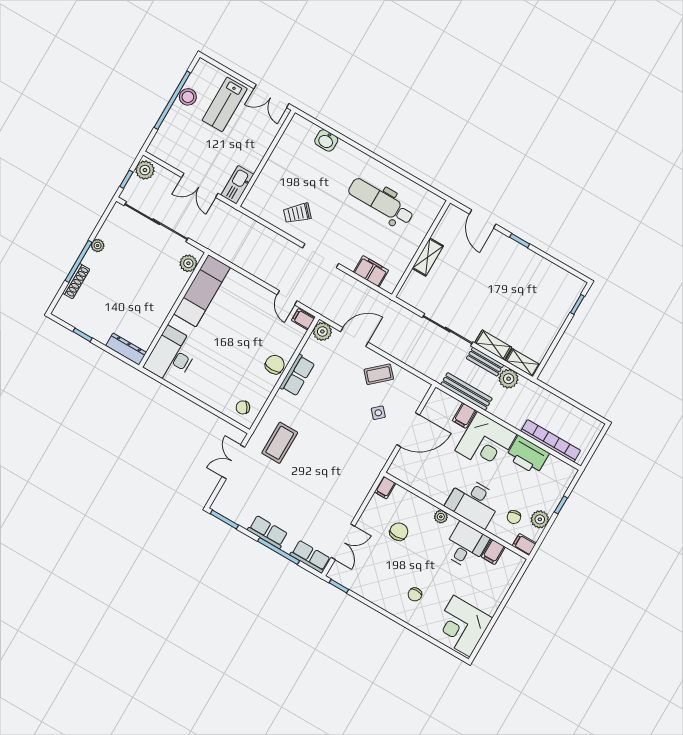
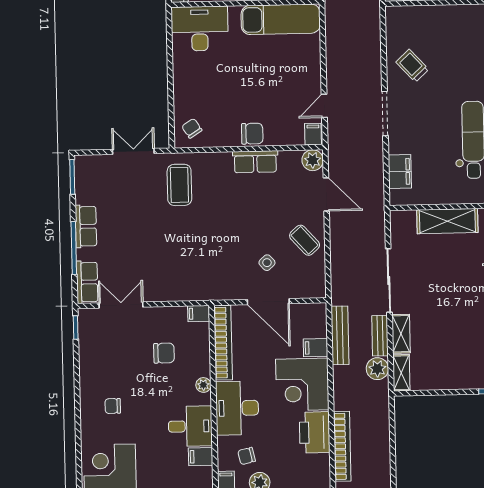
shelving: (428, 257) -> (447, 221), width x1.50, depth x1.33
coffee table: (280, 443) -> (179, 185), turned 90
bookcase: (418, 483) -> (223, 343), added
double door: (343, 542) -> (121, 305), swing flipped

